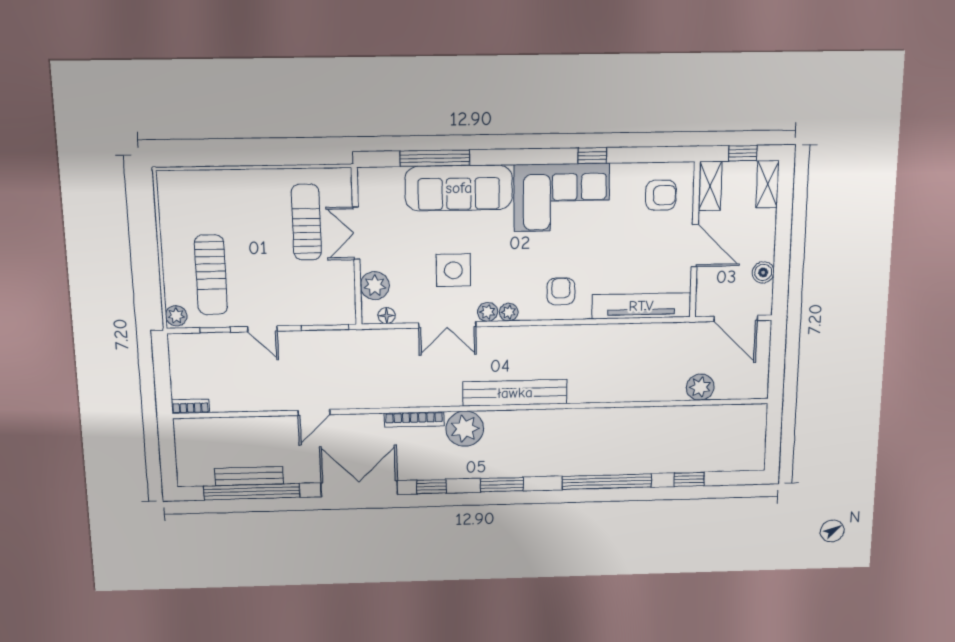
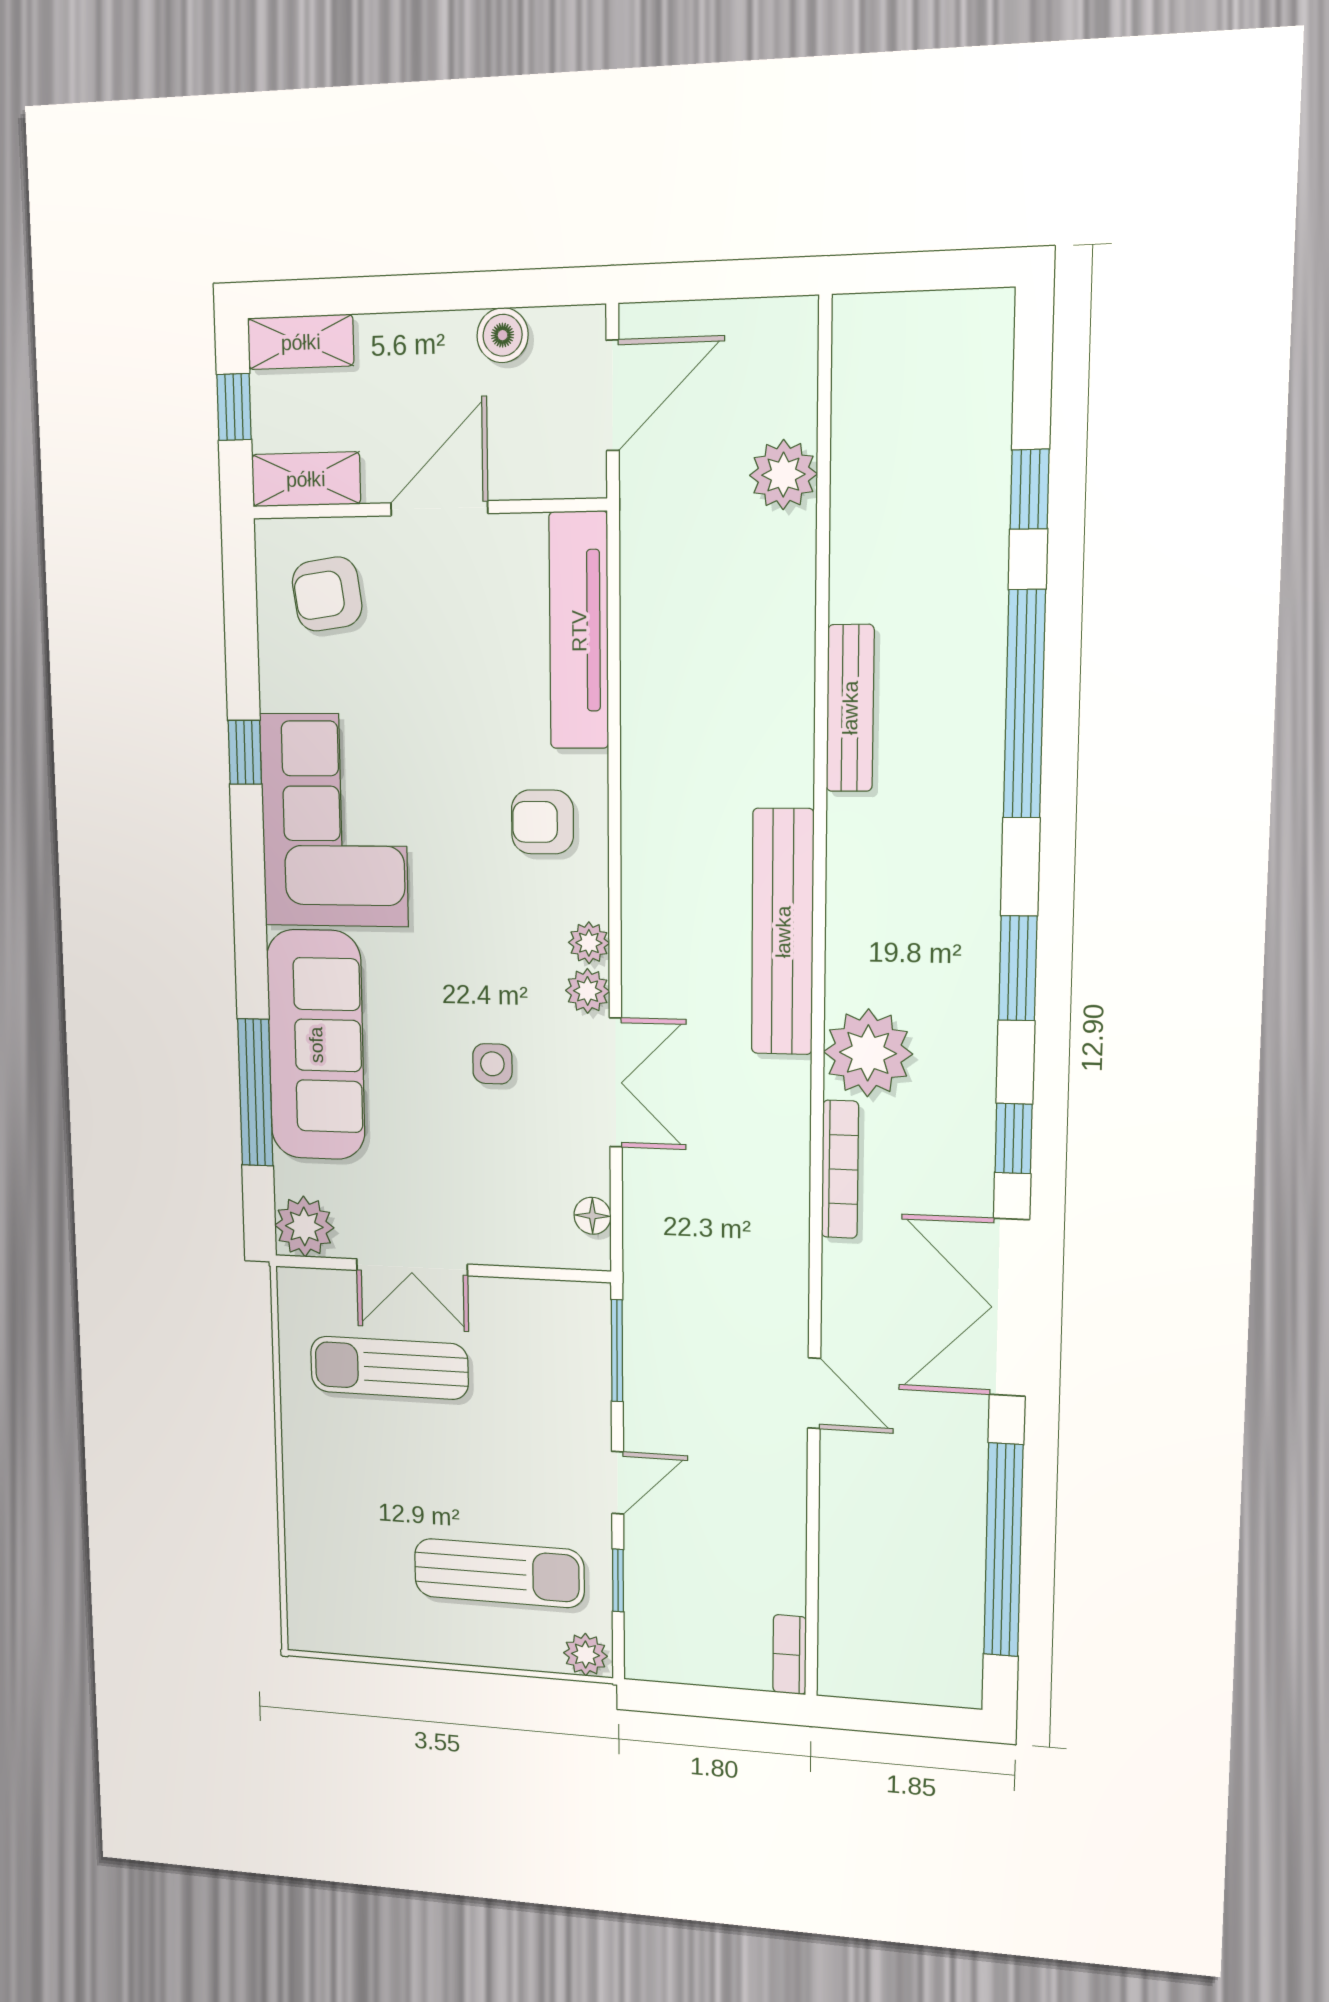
armchair: (661, 195) -> (327, 594), turned -98
side table: (453, 270) -> (492, 1064), width x0.54, depth x0.54
plant: (375, 286) -> (304, 1227), moved
bench: (249, 476) -> (850, 708), moved

